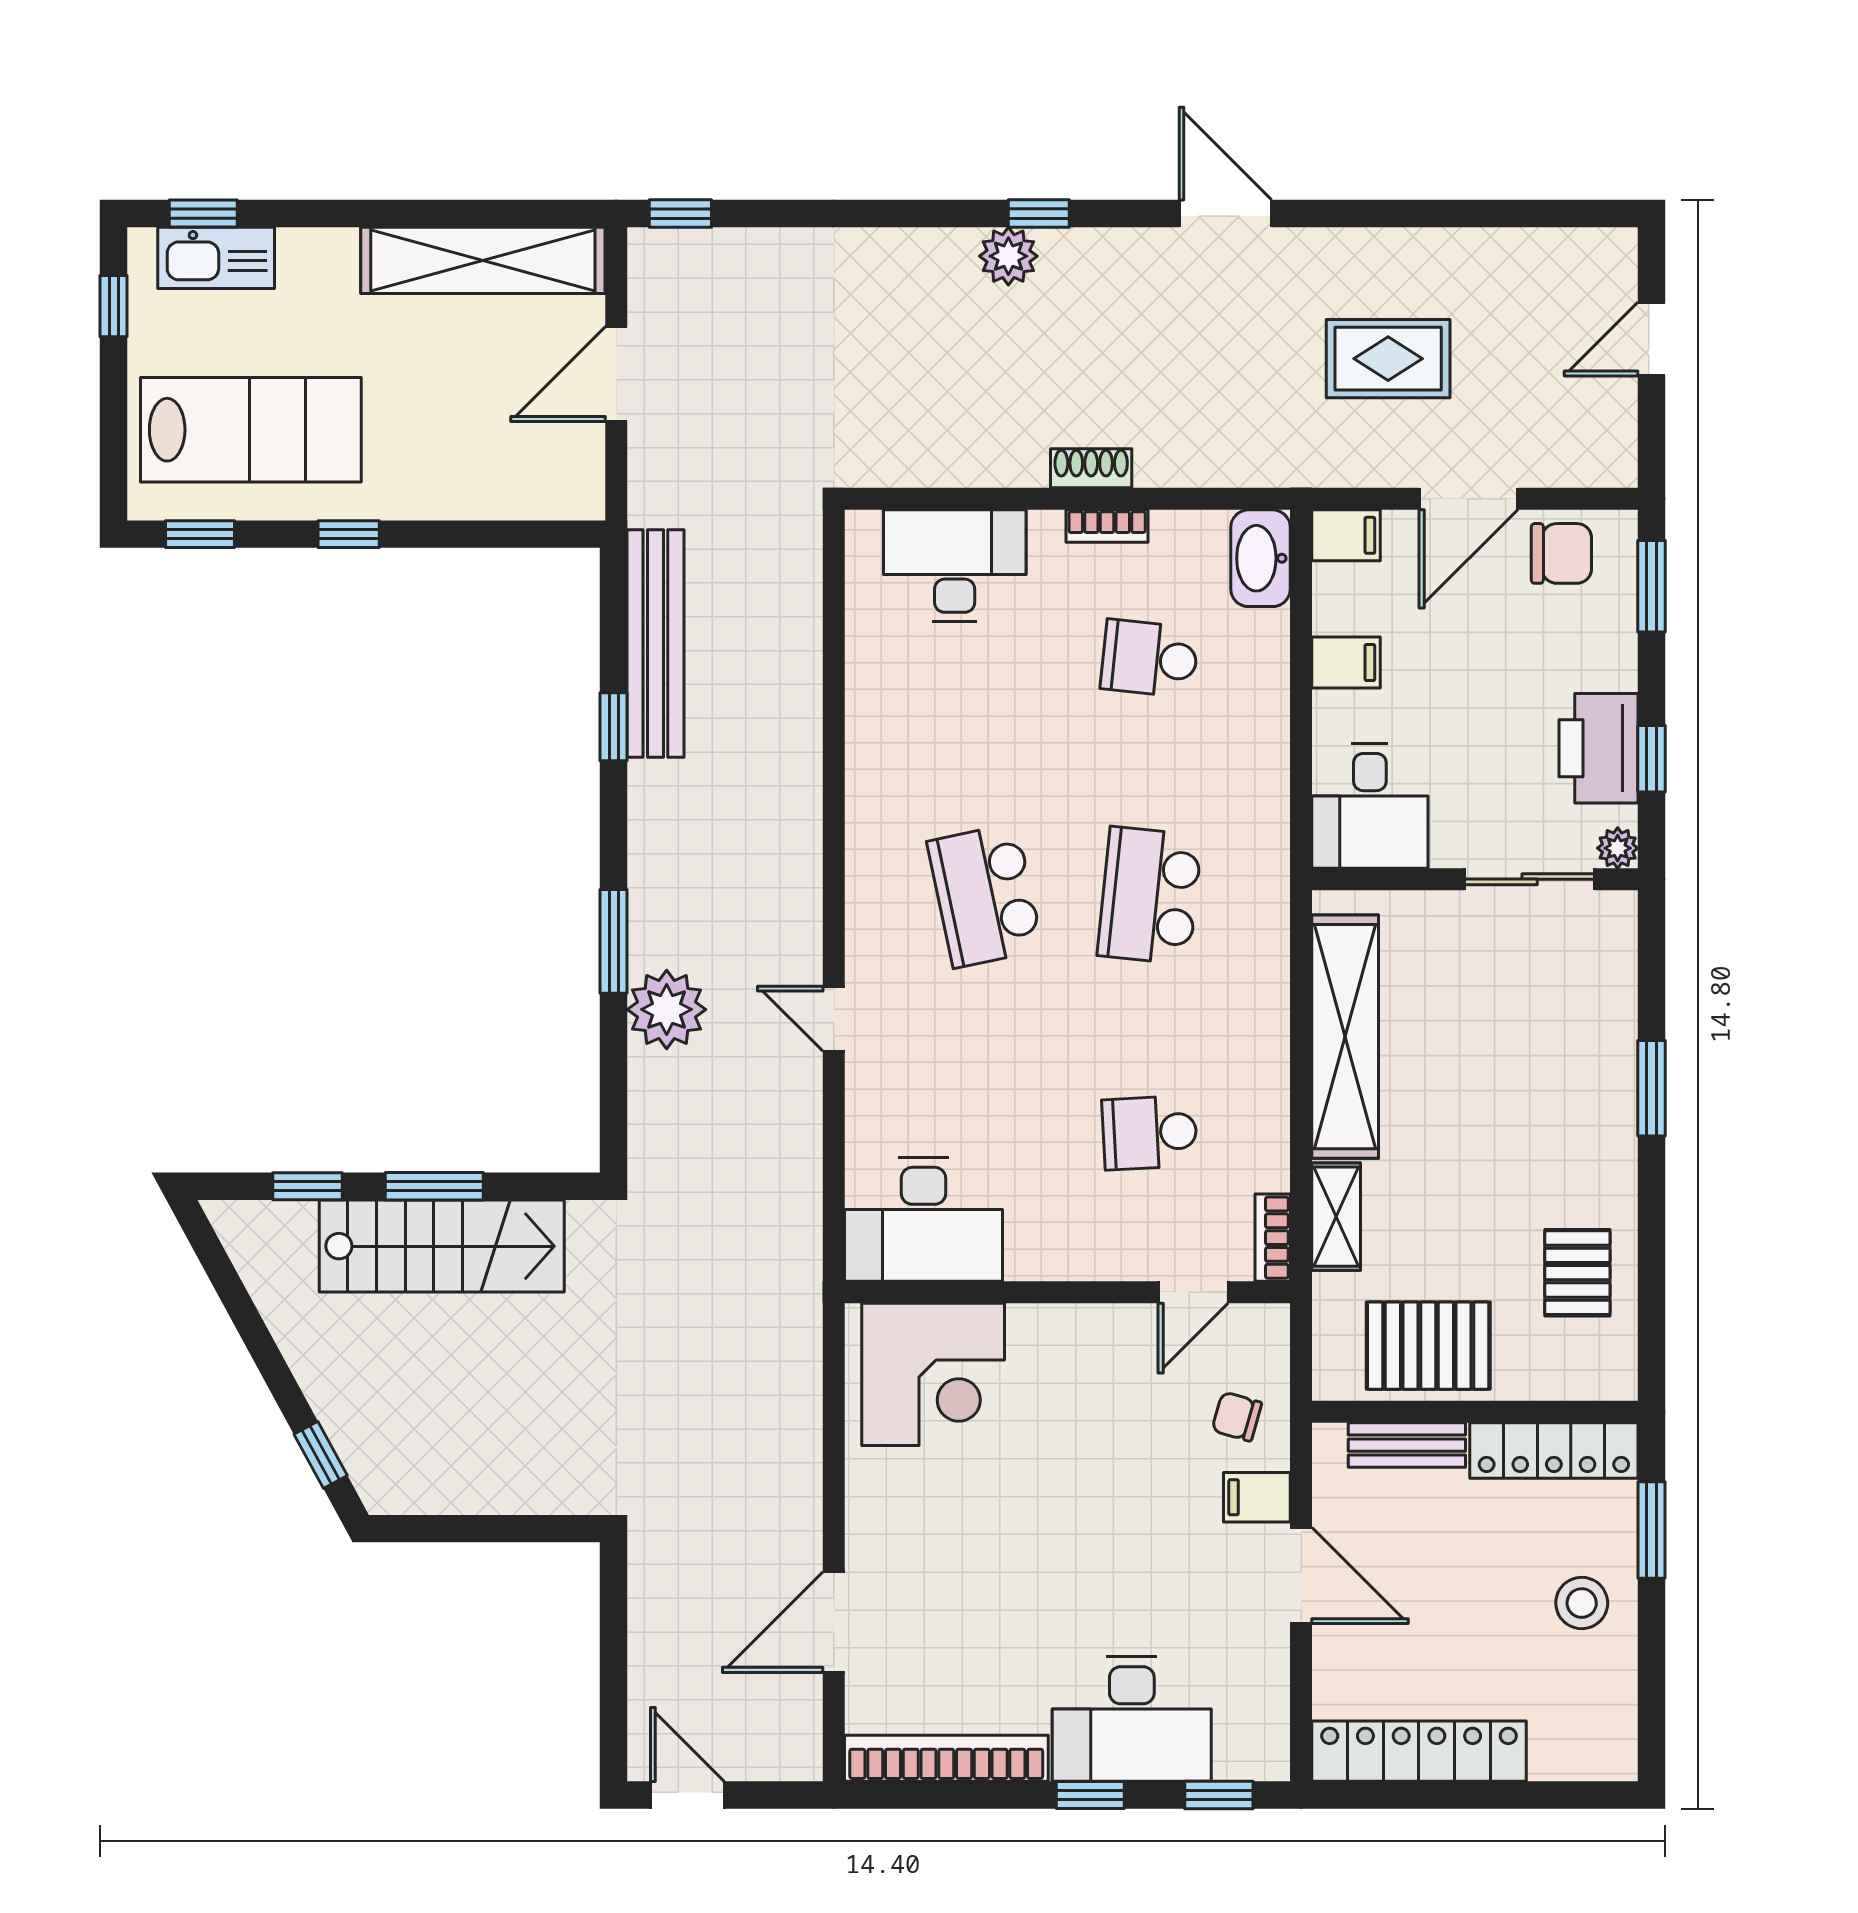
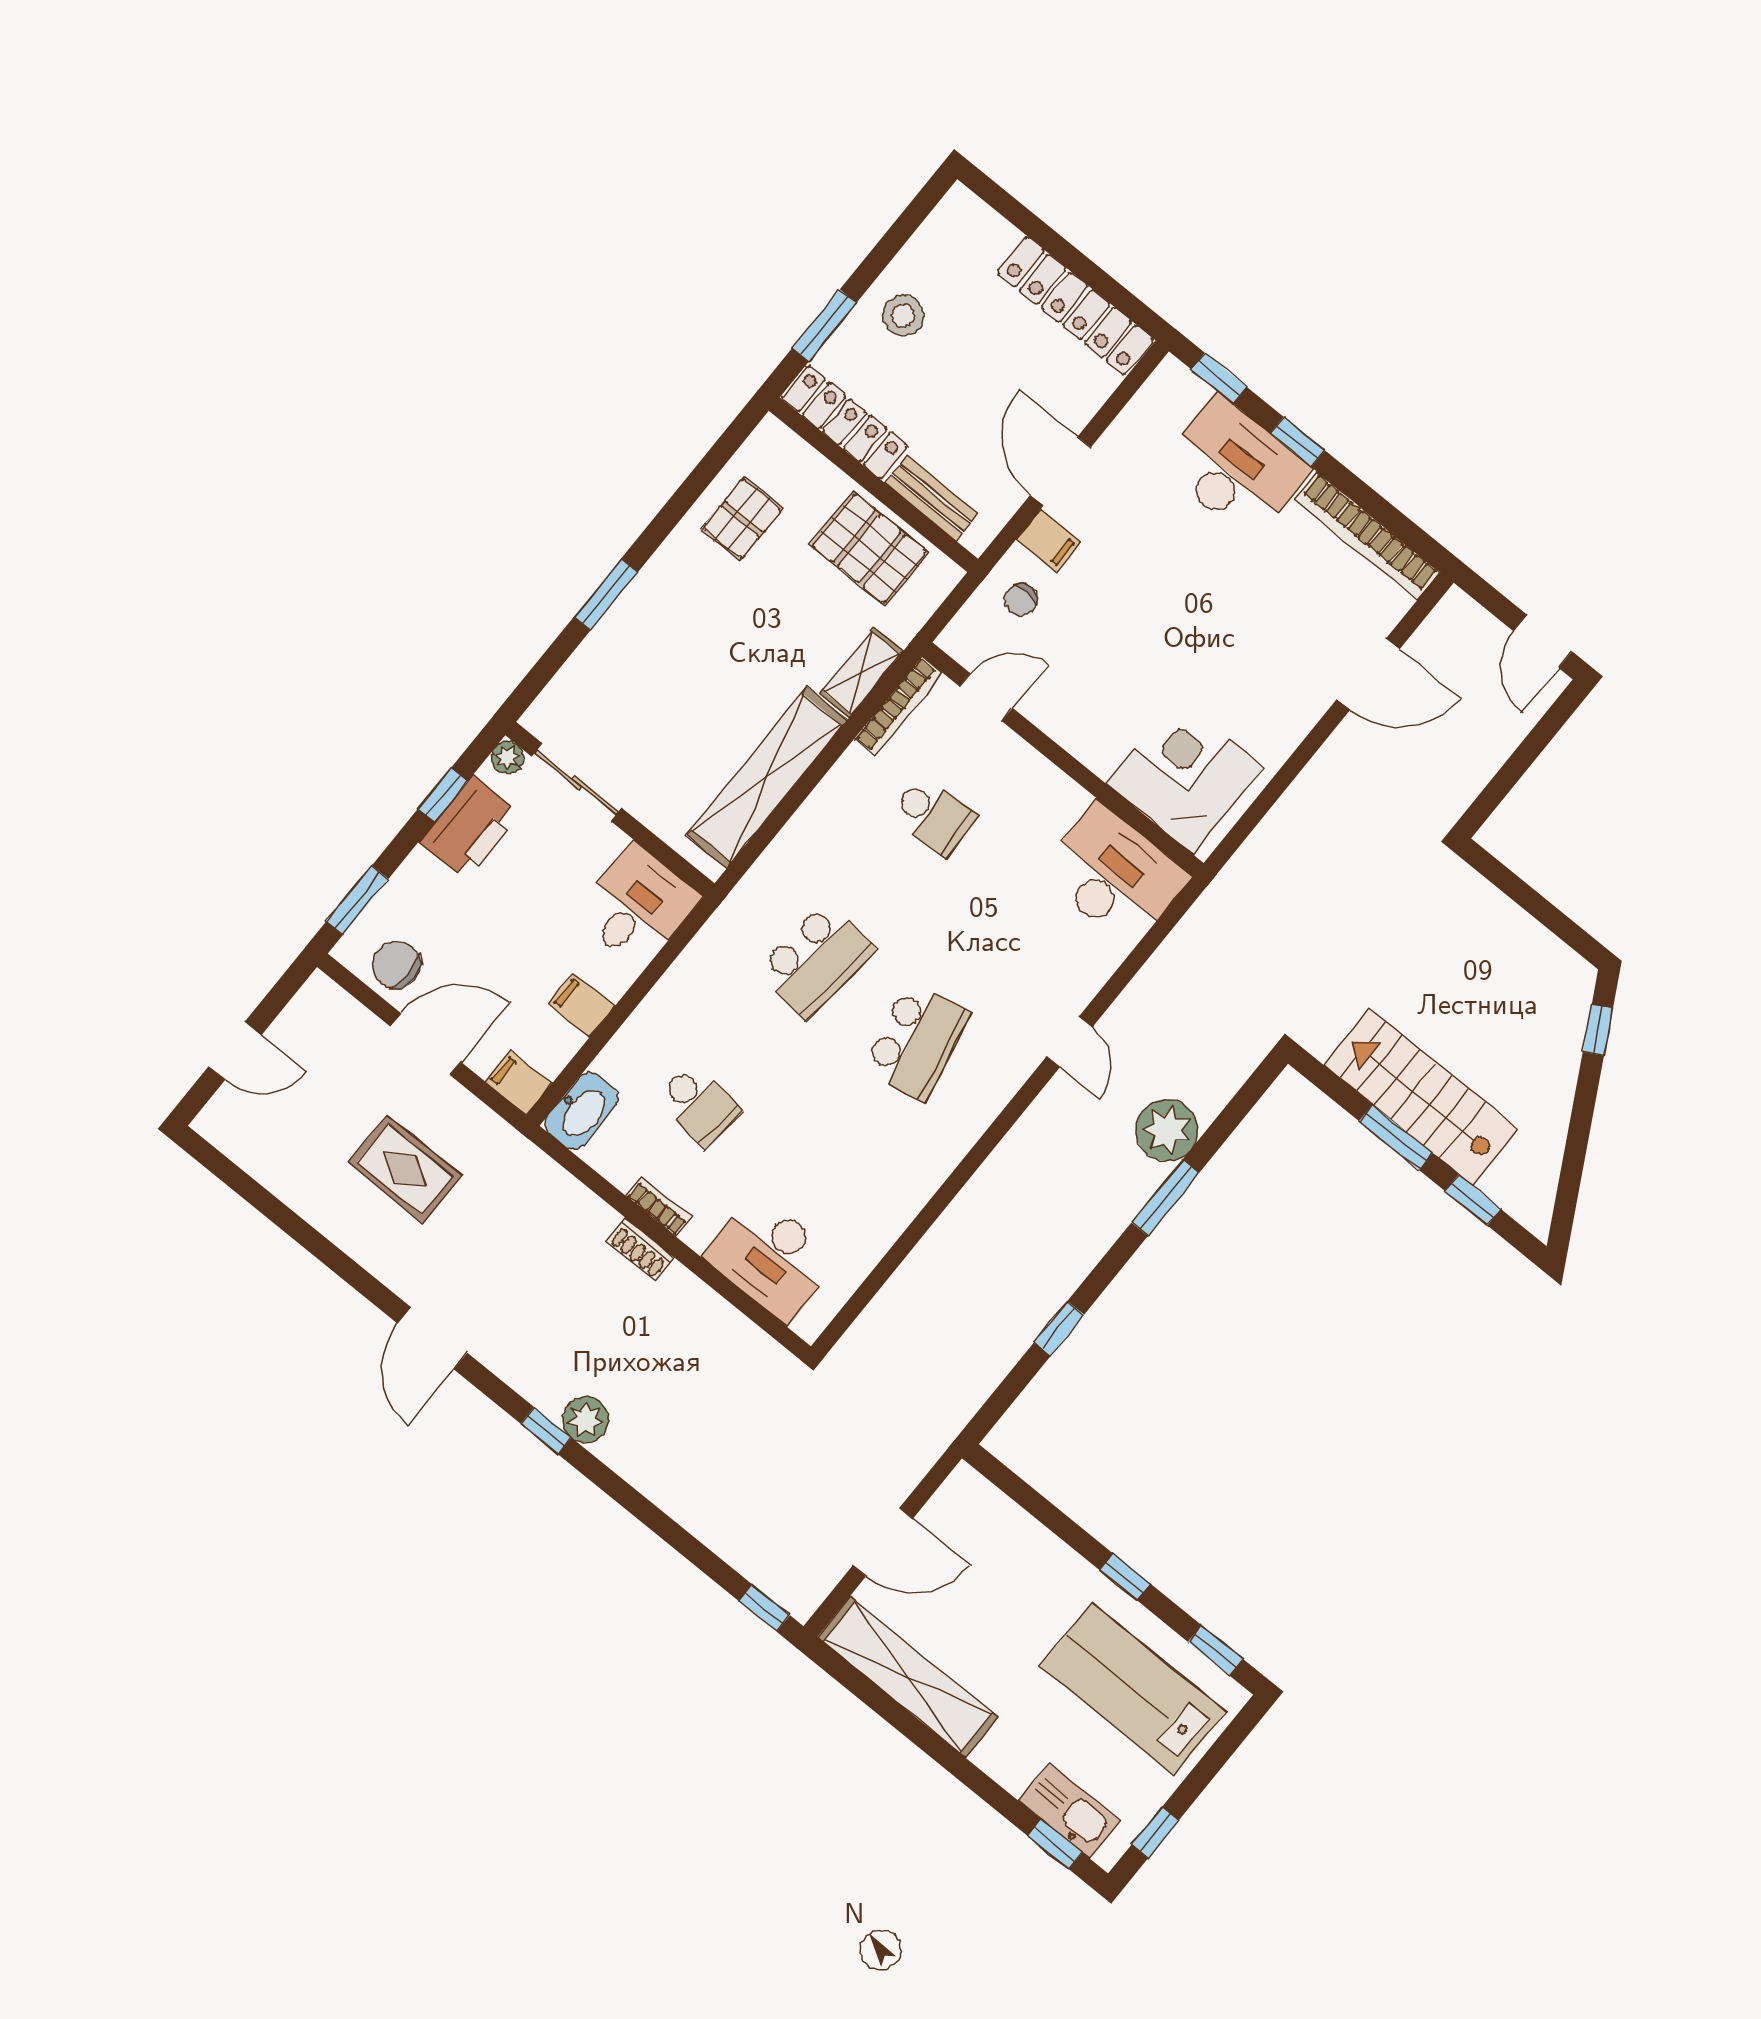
bench: (655, 643) -> (992, 1358), removed
bookcase: (1273, 1238) -> (898, 706), width x1.56
chair: (1237, 1417) -> (1021, 600), turned 77

